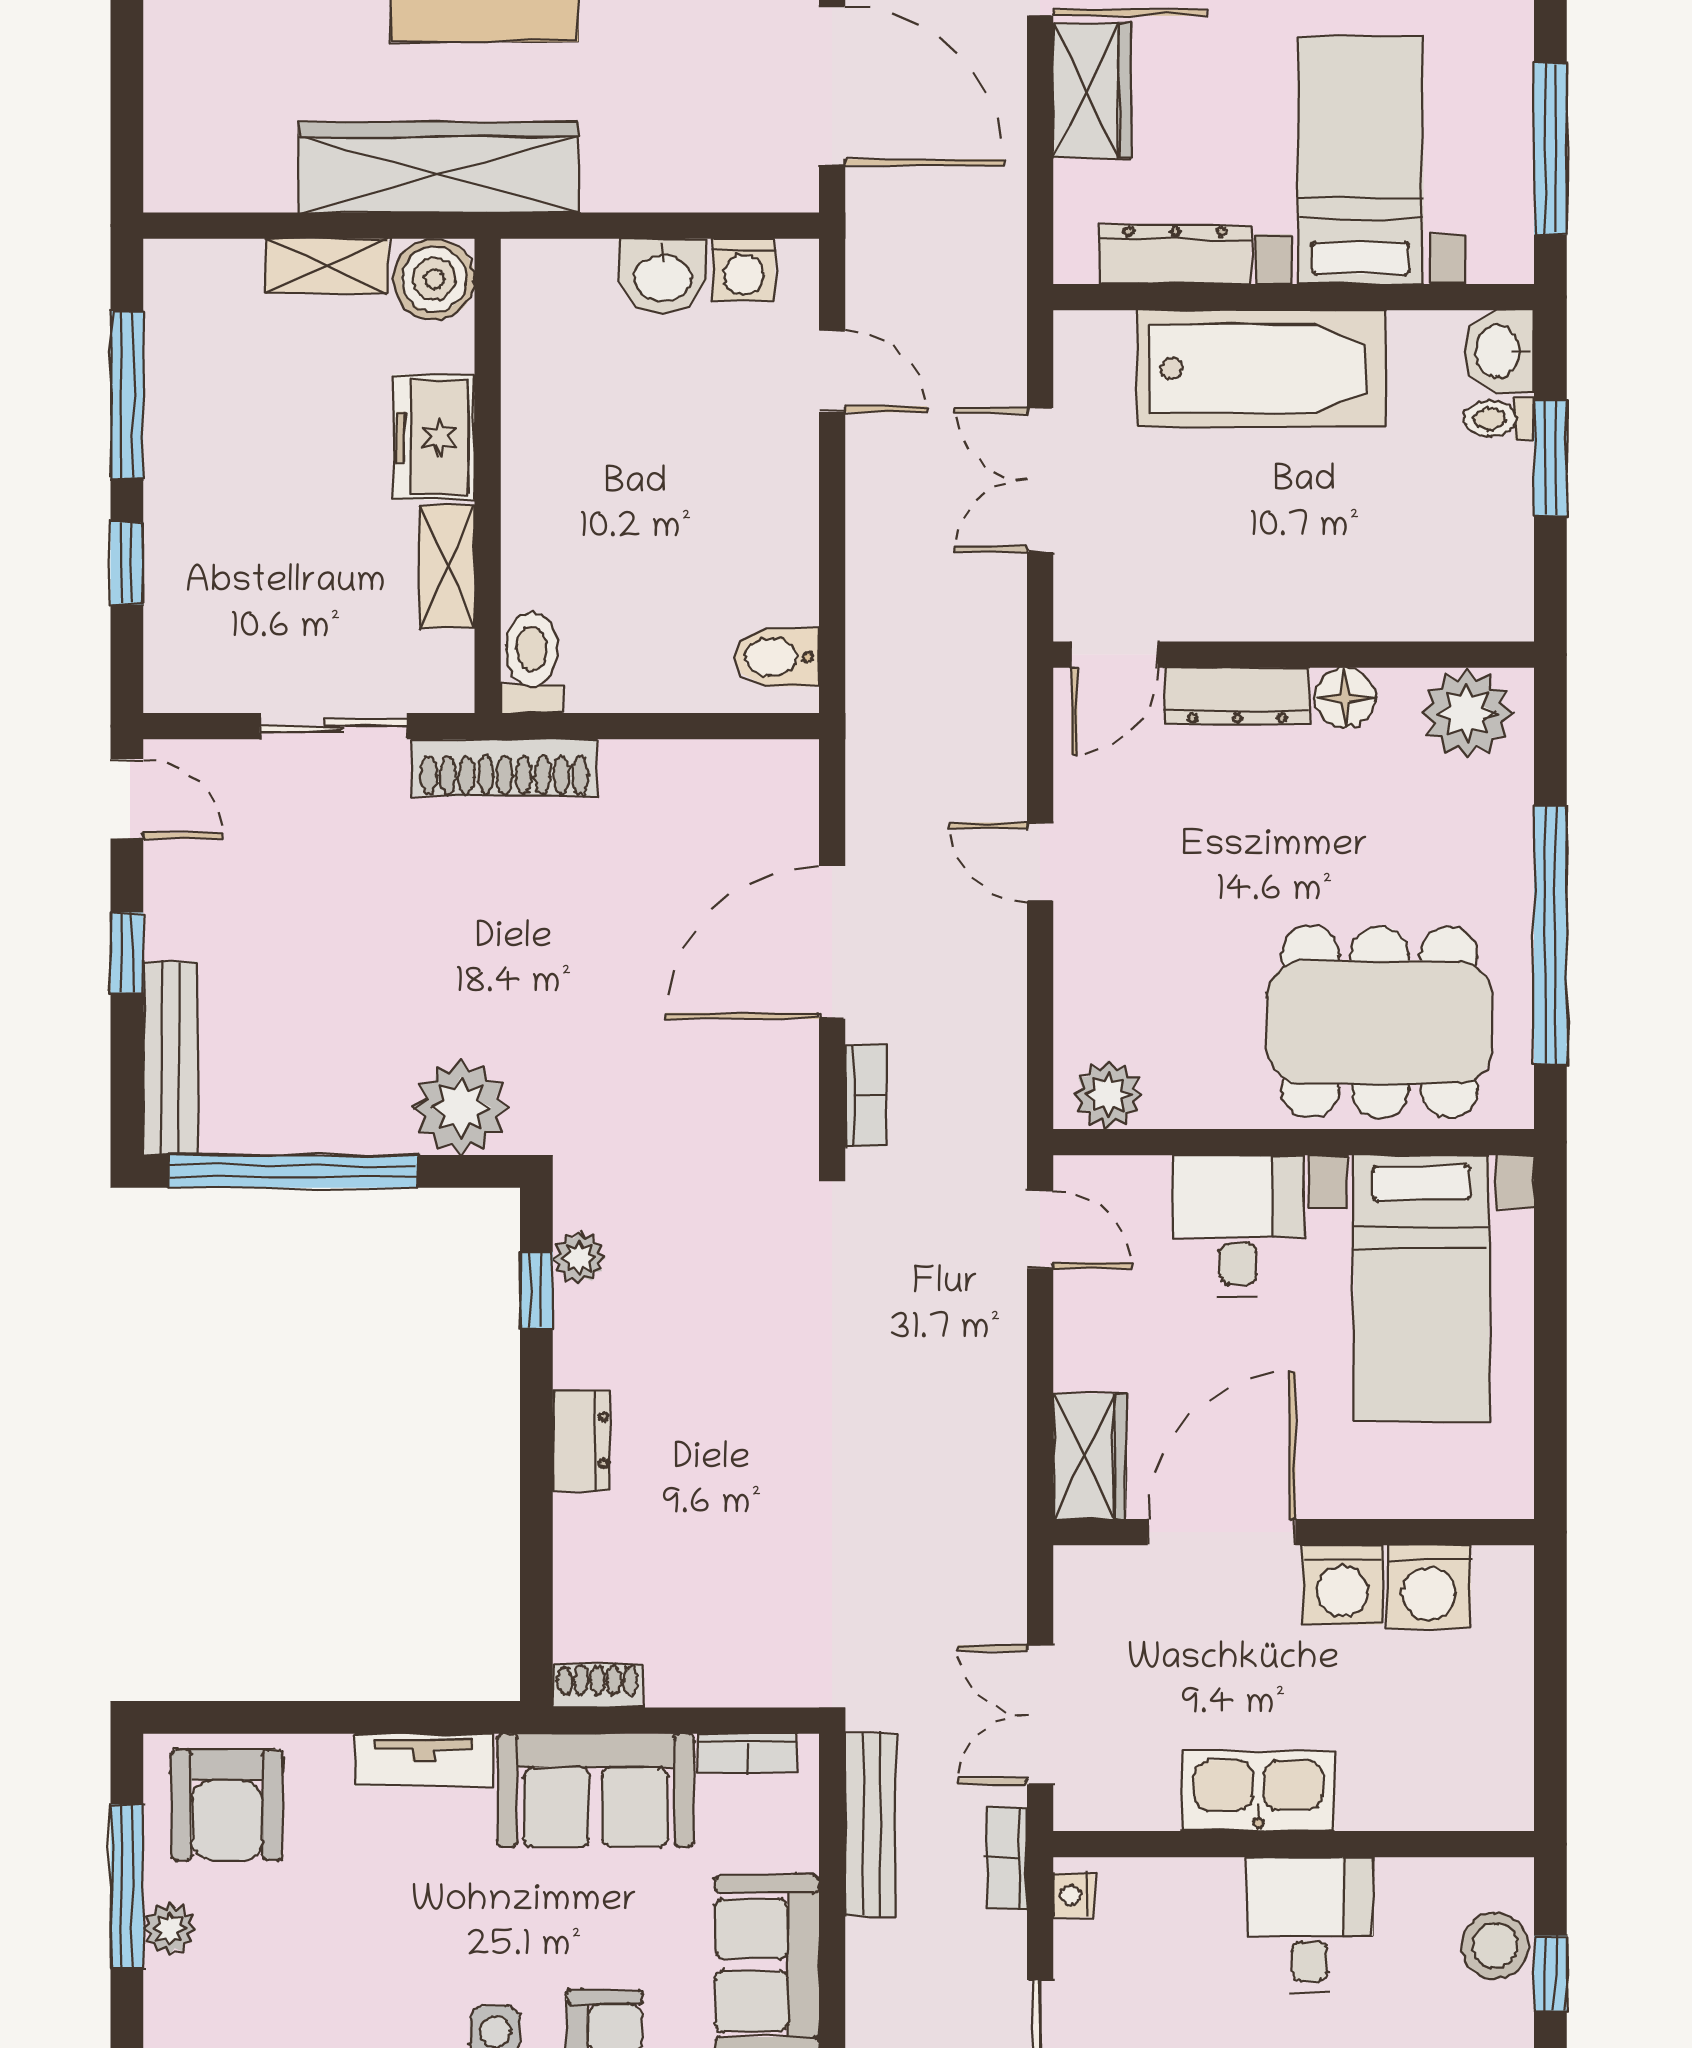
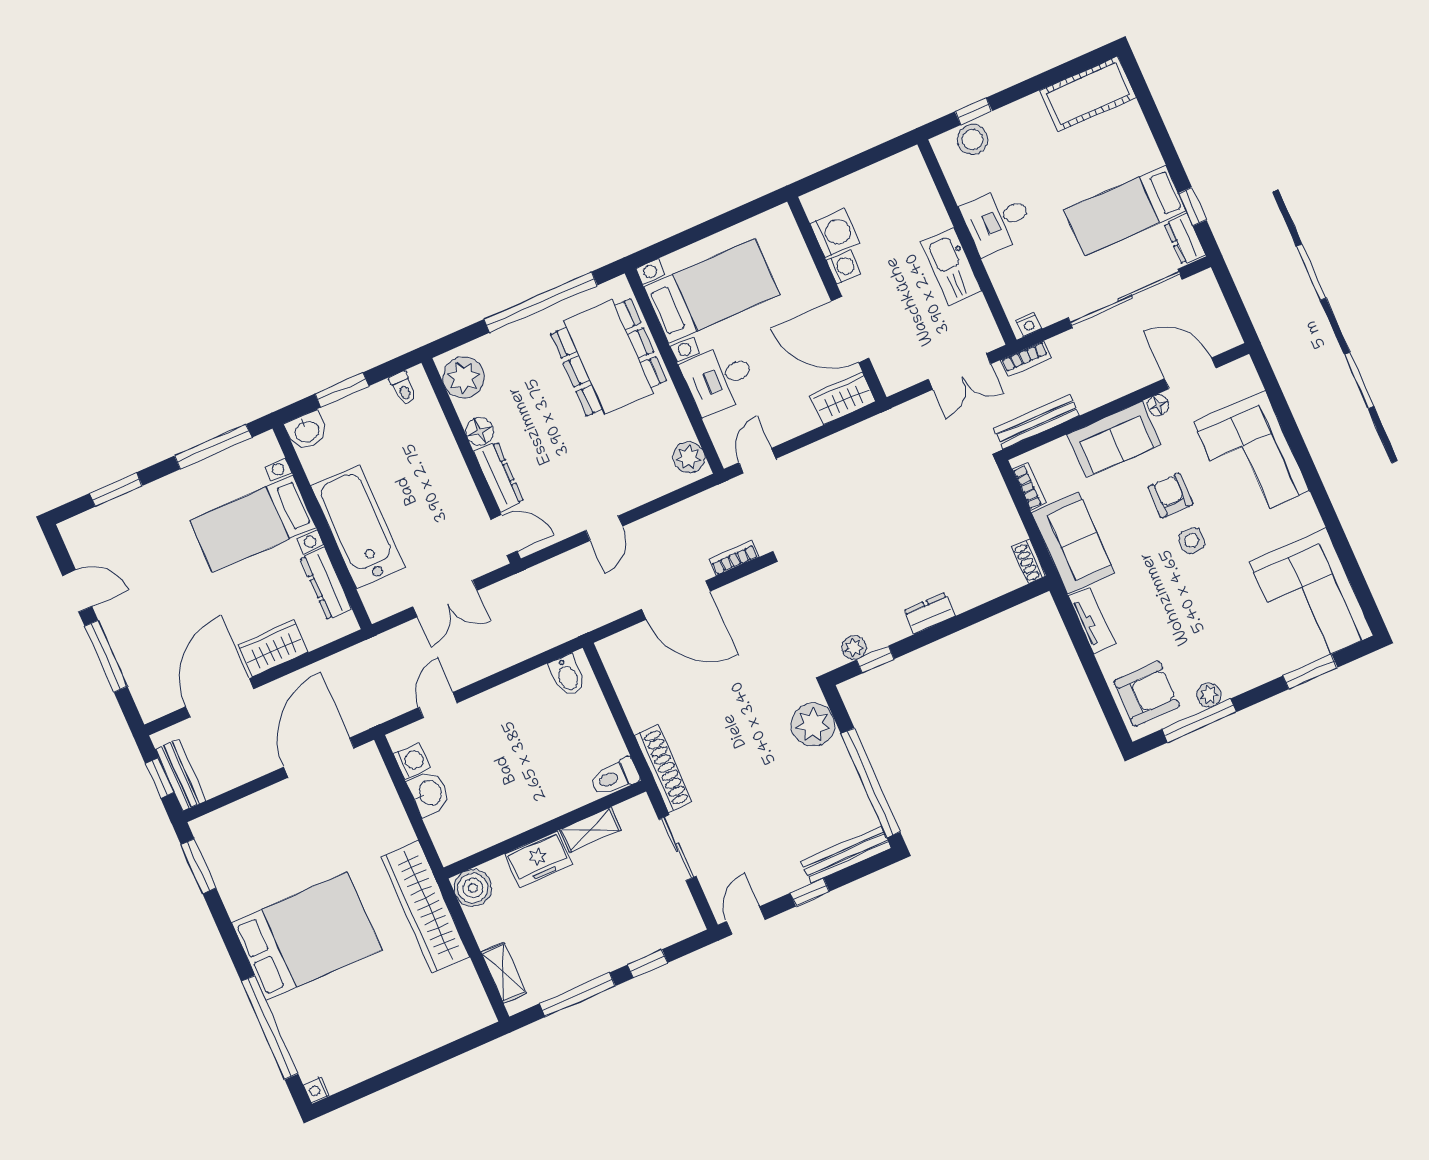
shelving: (327, 266) -> (504, 973), moved
toilet: (1499, 419) -> (403, 388), moved
washing machine: (1342, 1585) -> (843, 267), width x0.73, depth x0.73

